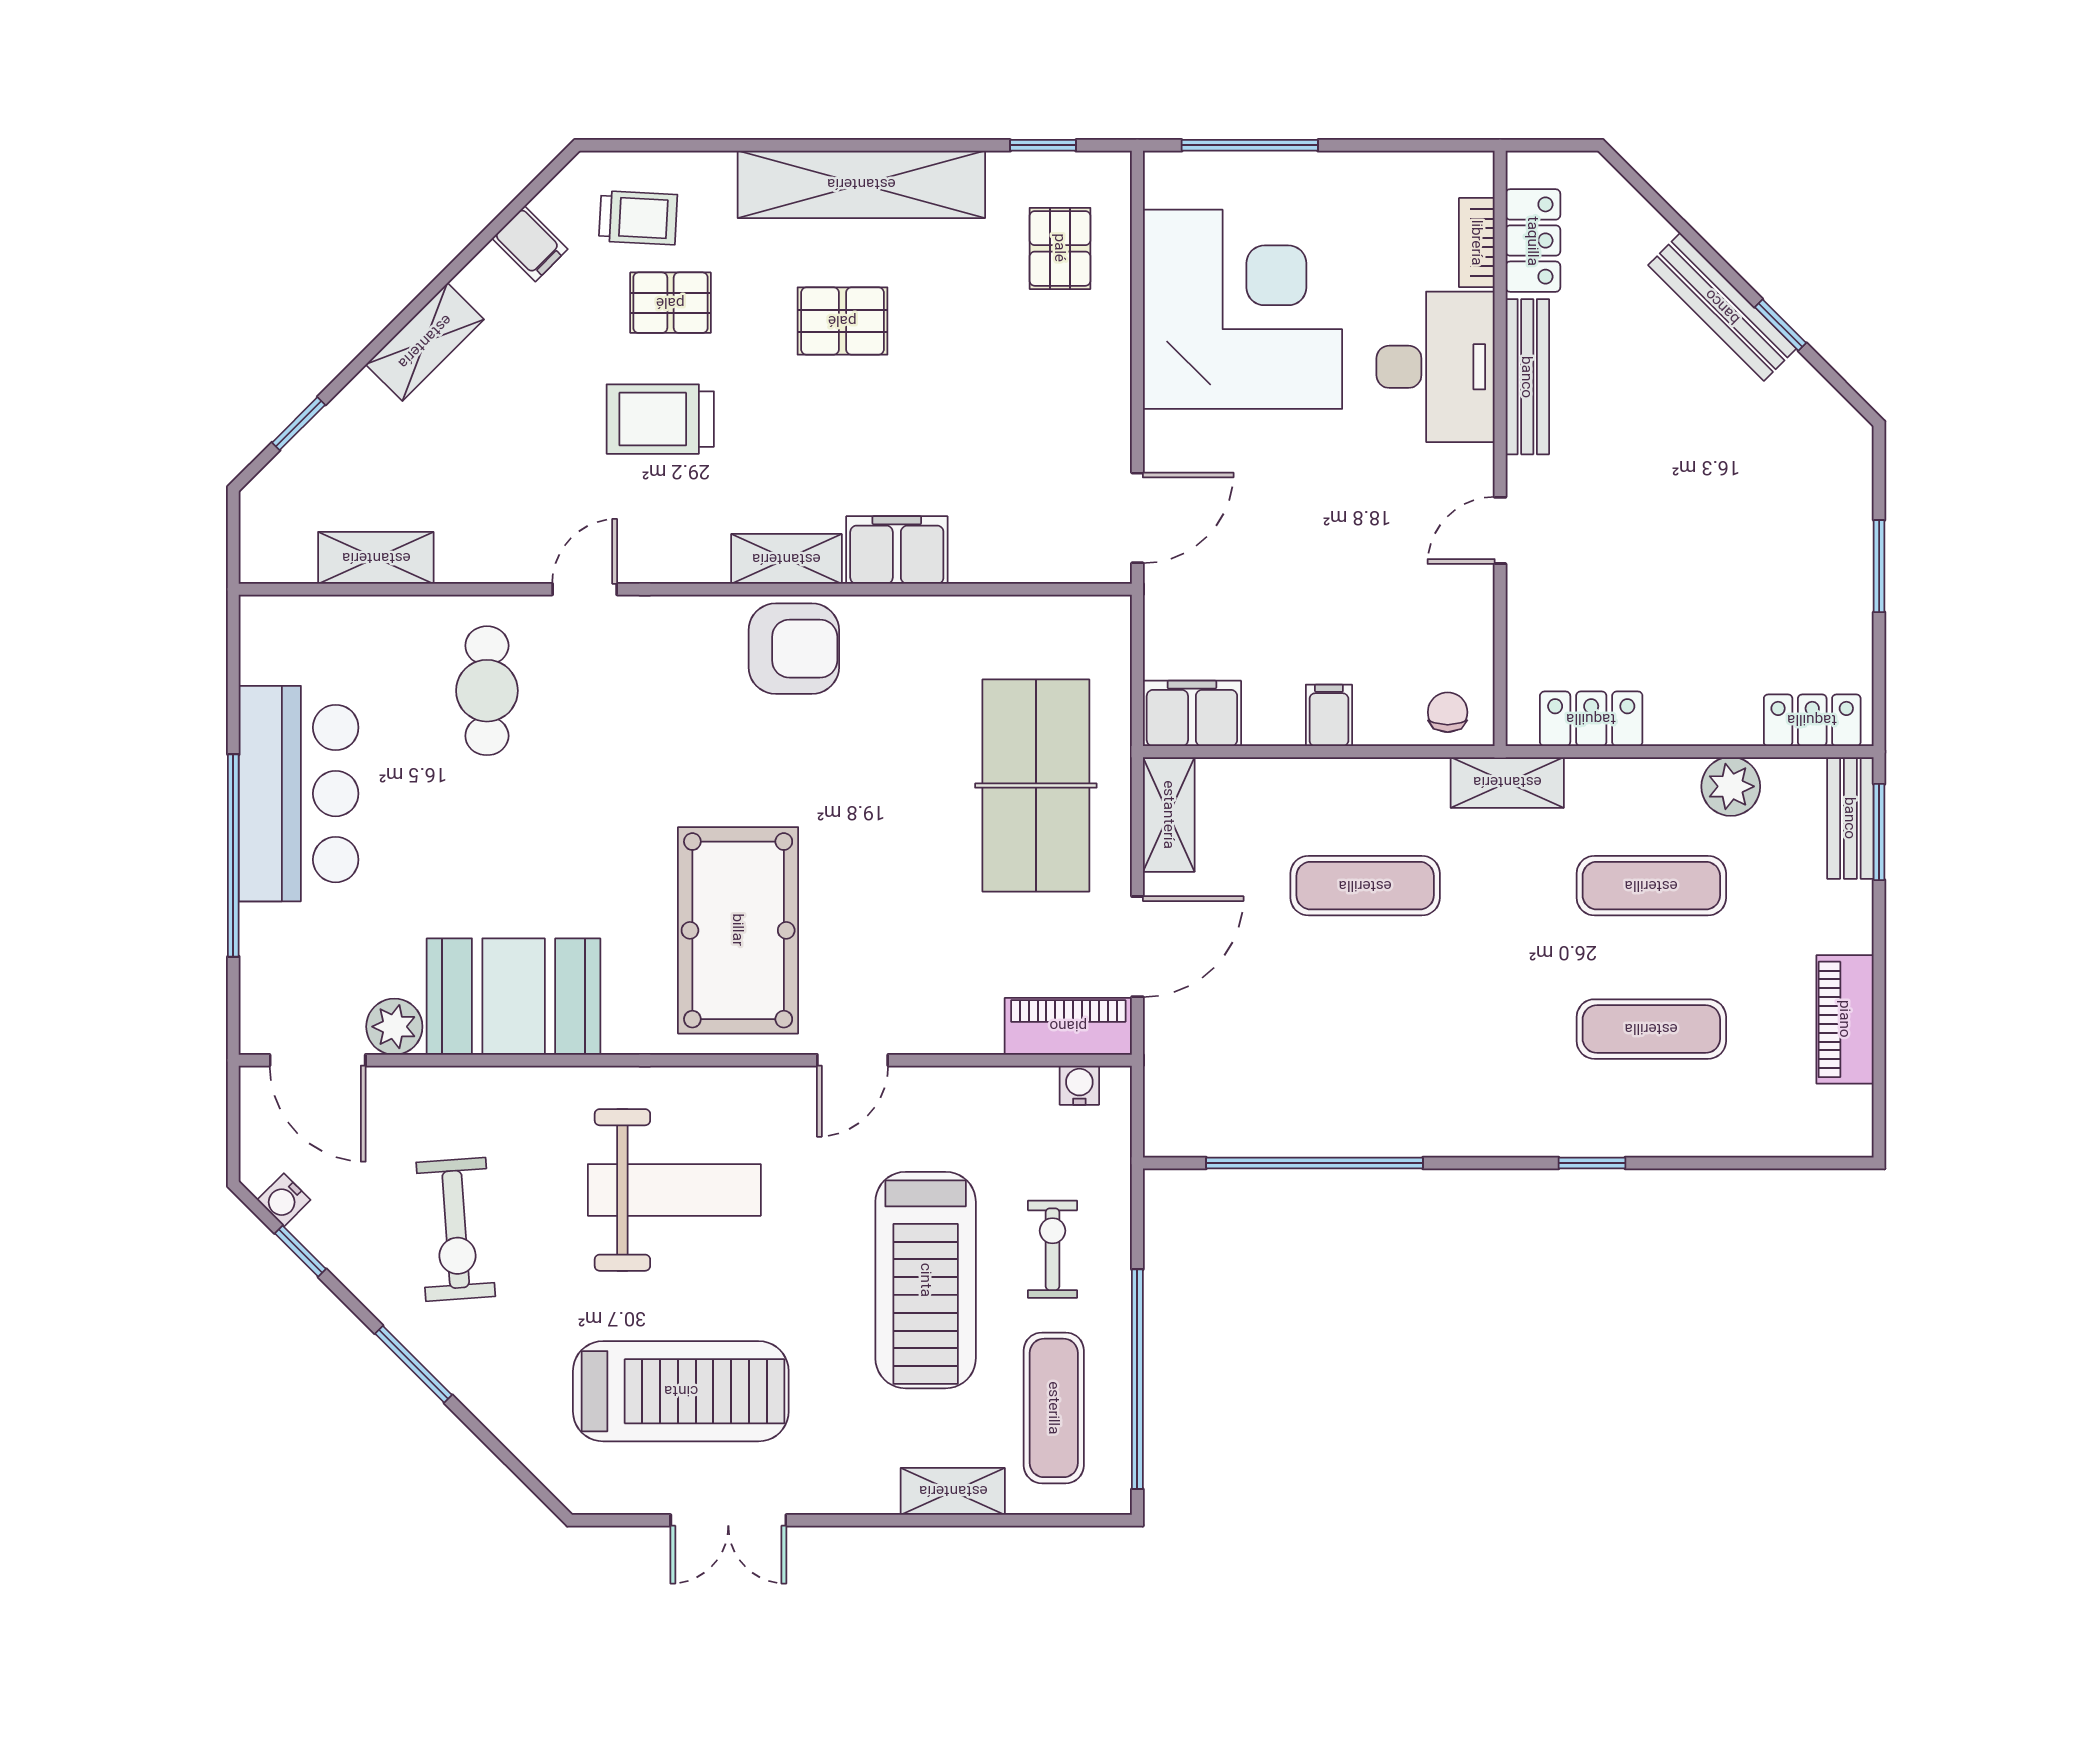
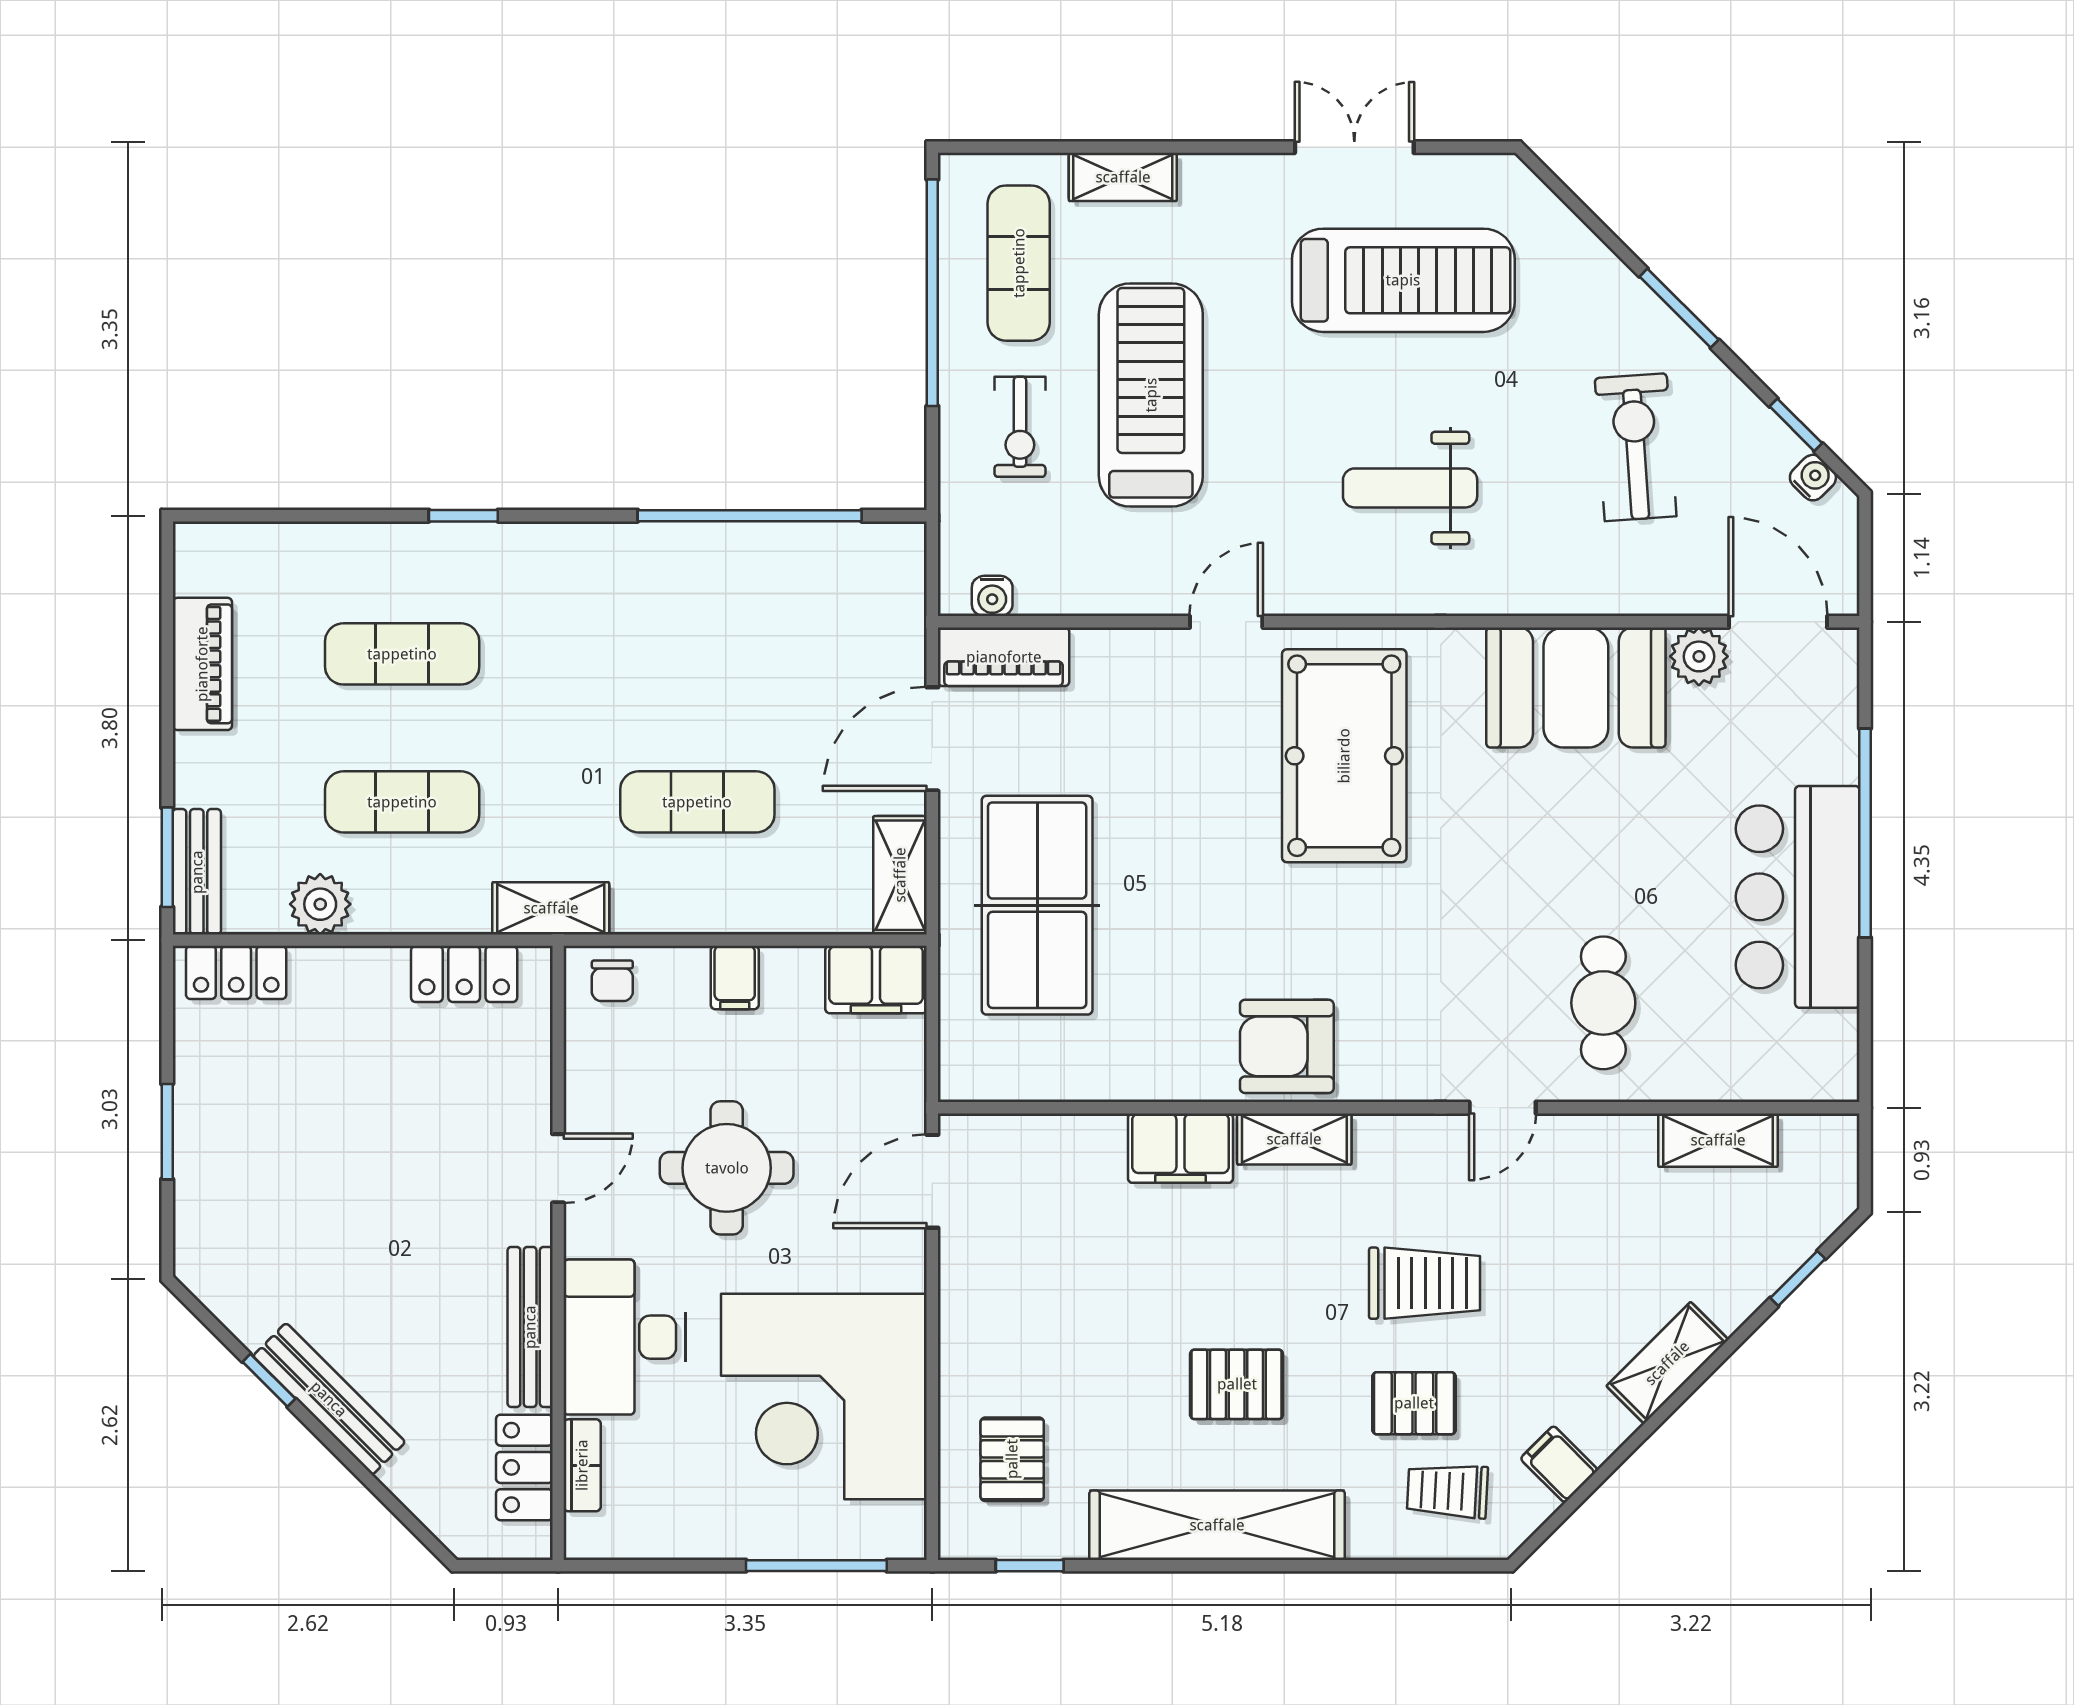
round table: (1337, 531) -> (727, 1168), added
weight bench: (674, 1190) -> (1410, 488), width x0.73, depth x0.75
treadmill: (681, 1391) -> (1403, 280), turned 180

